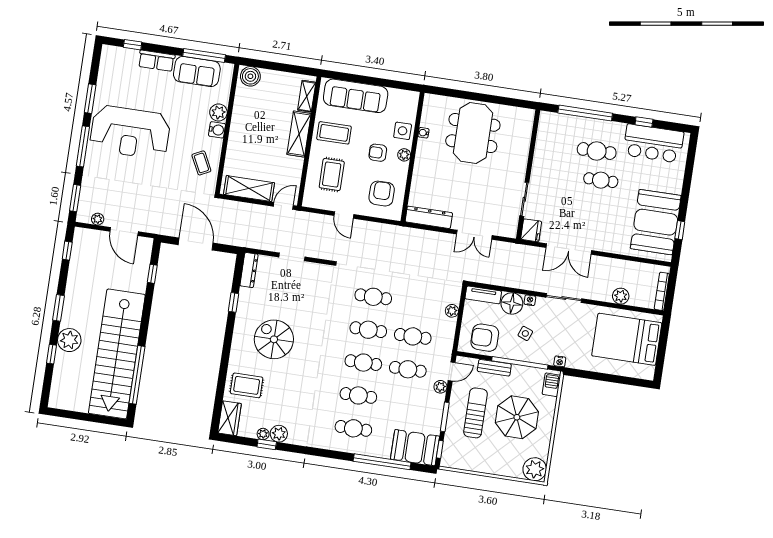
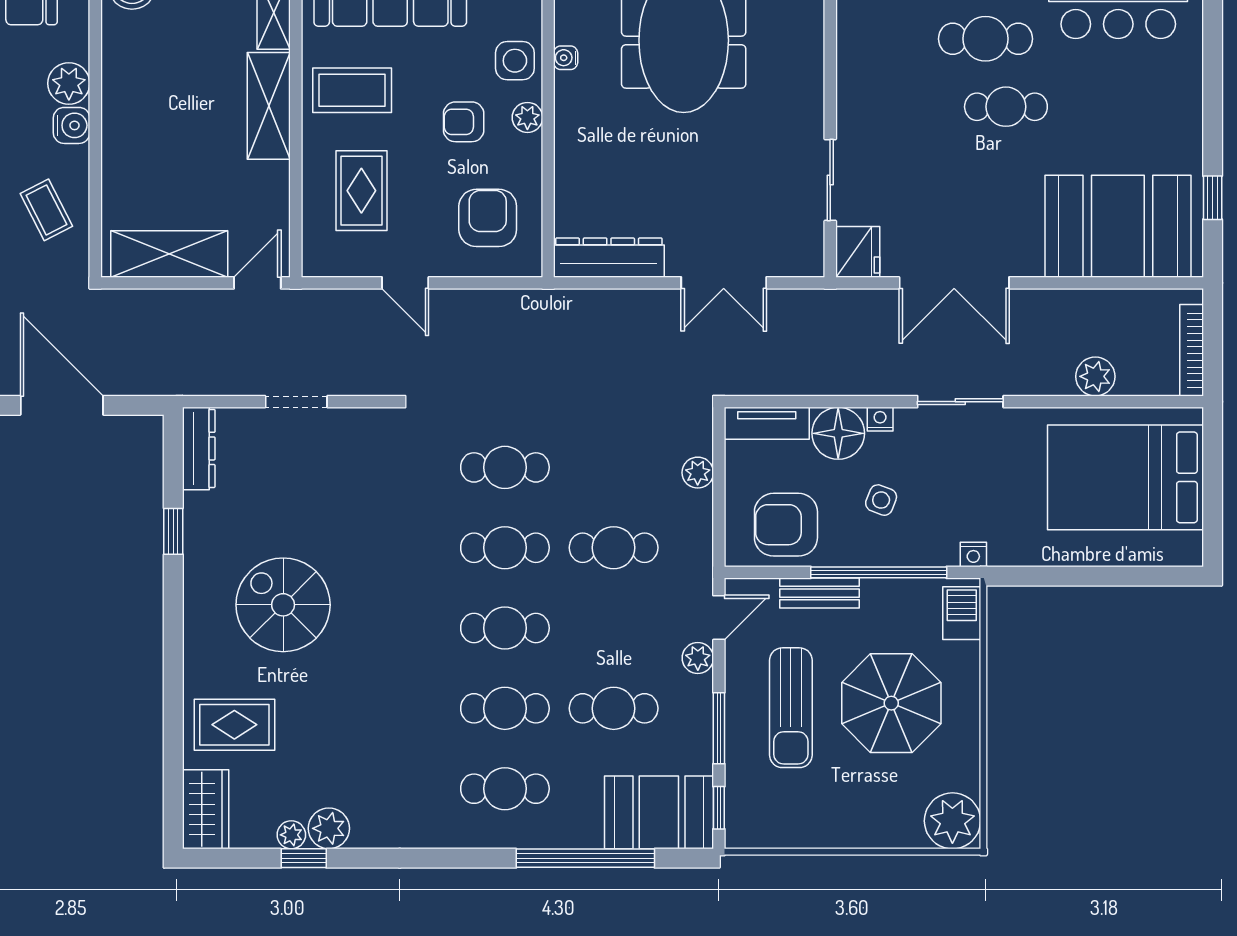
booth: (656, 222) -> (1118, 226), moved, turned 90
cafe table: (408, 369) -> (614, 708), moved
sun lounger: (476, 413) -> (791, 708), turned 180

